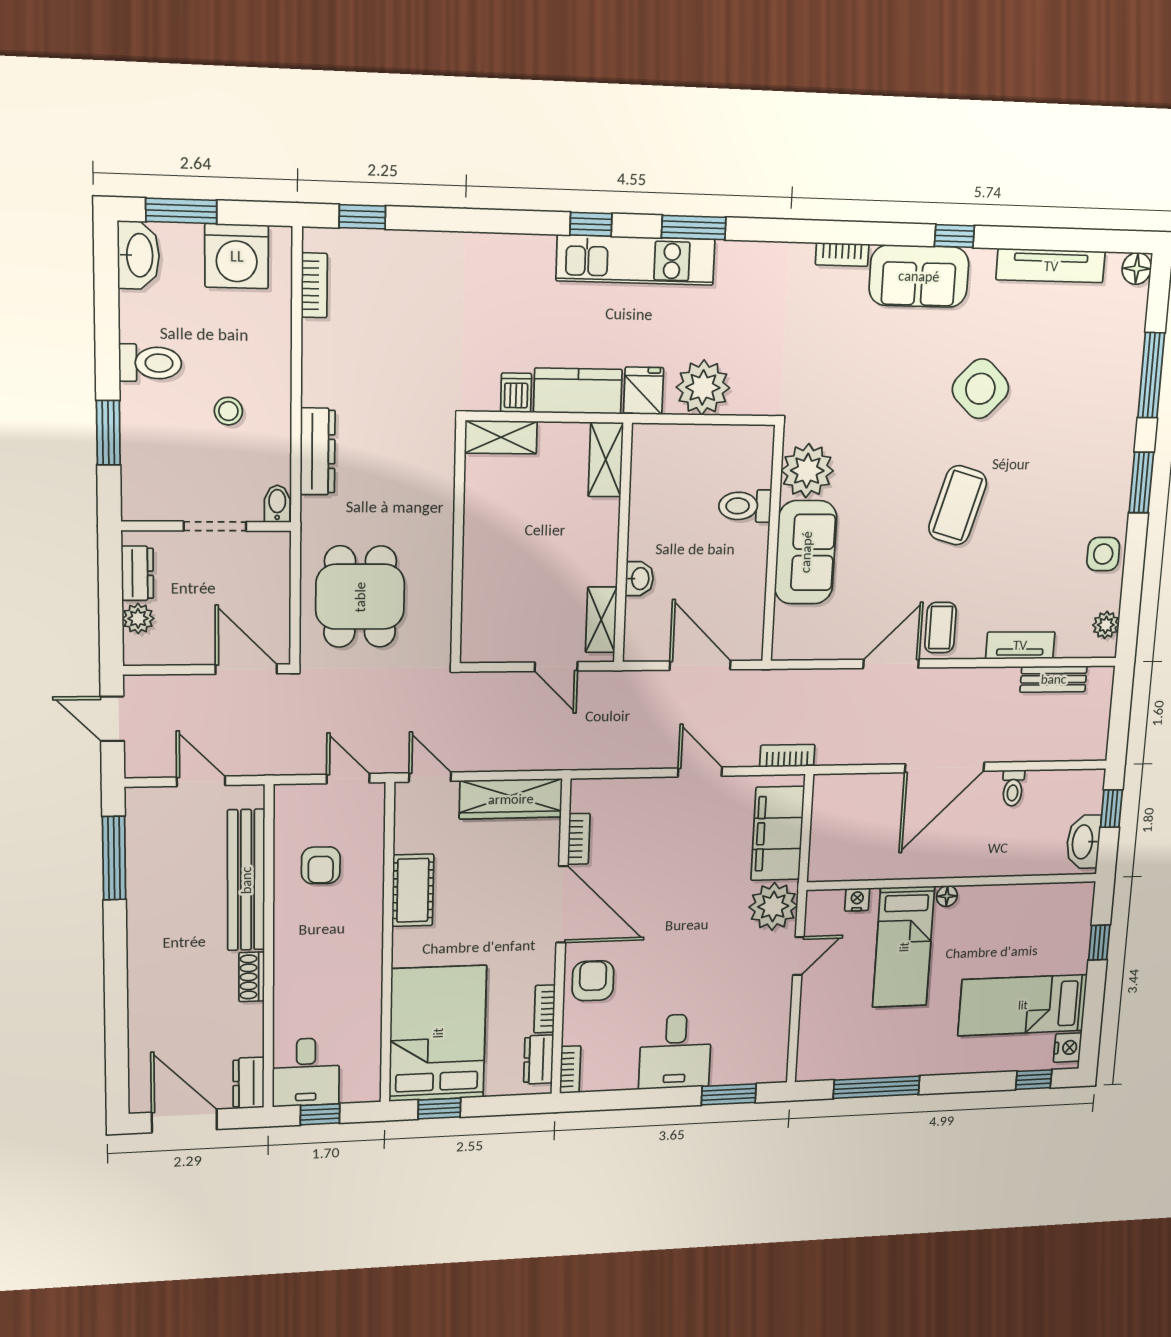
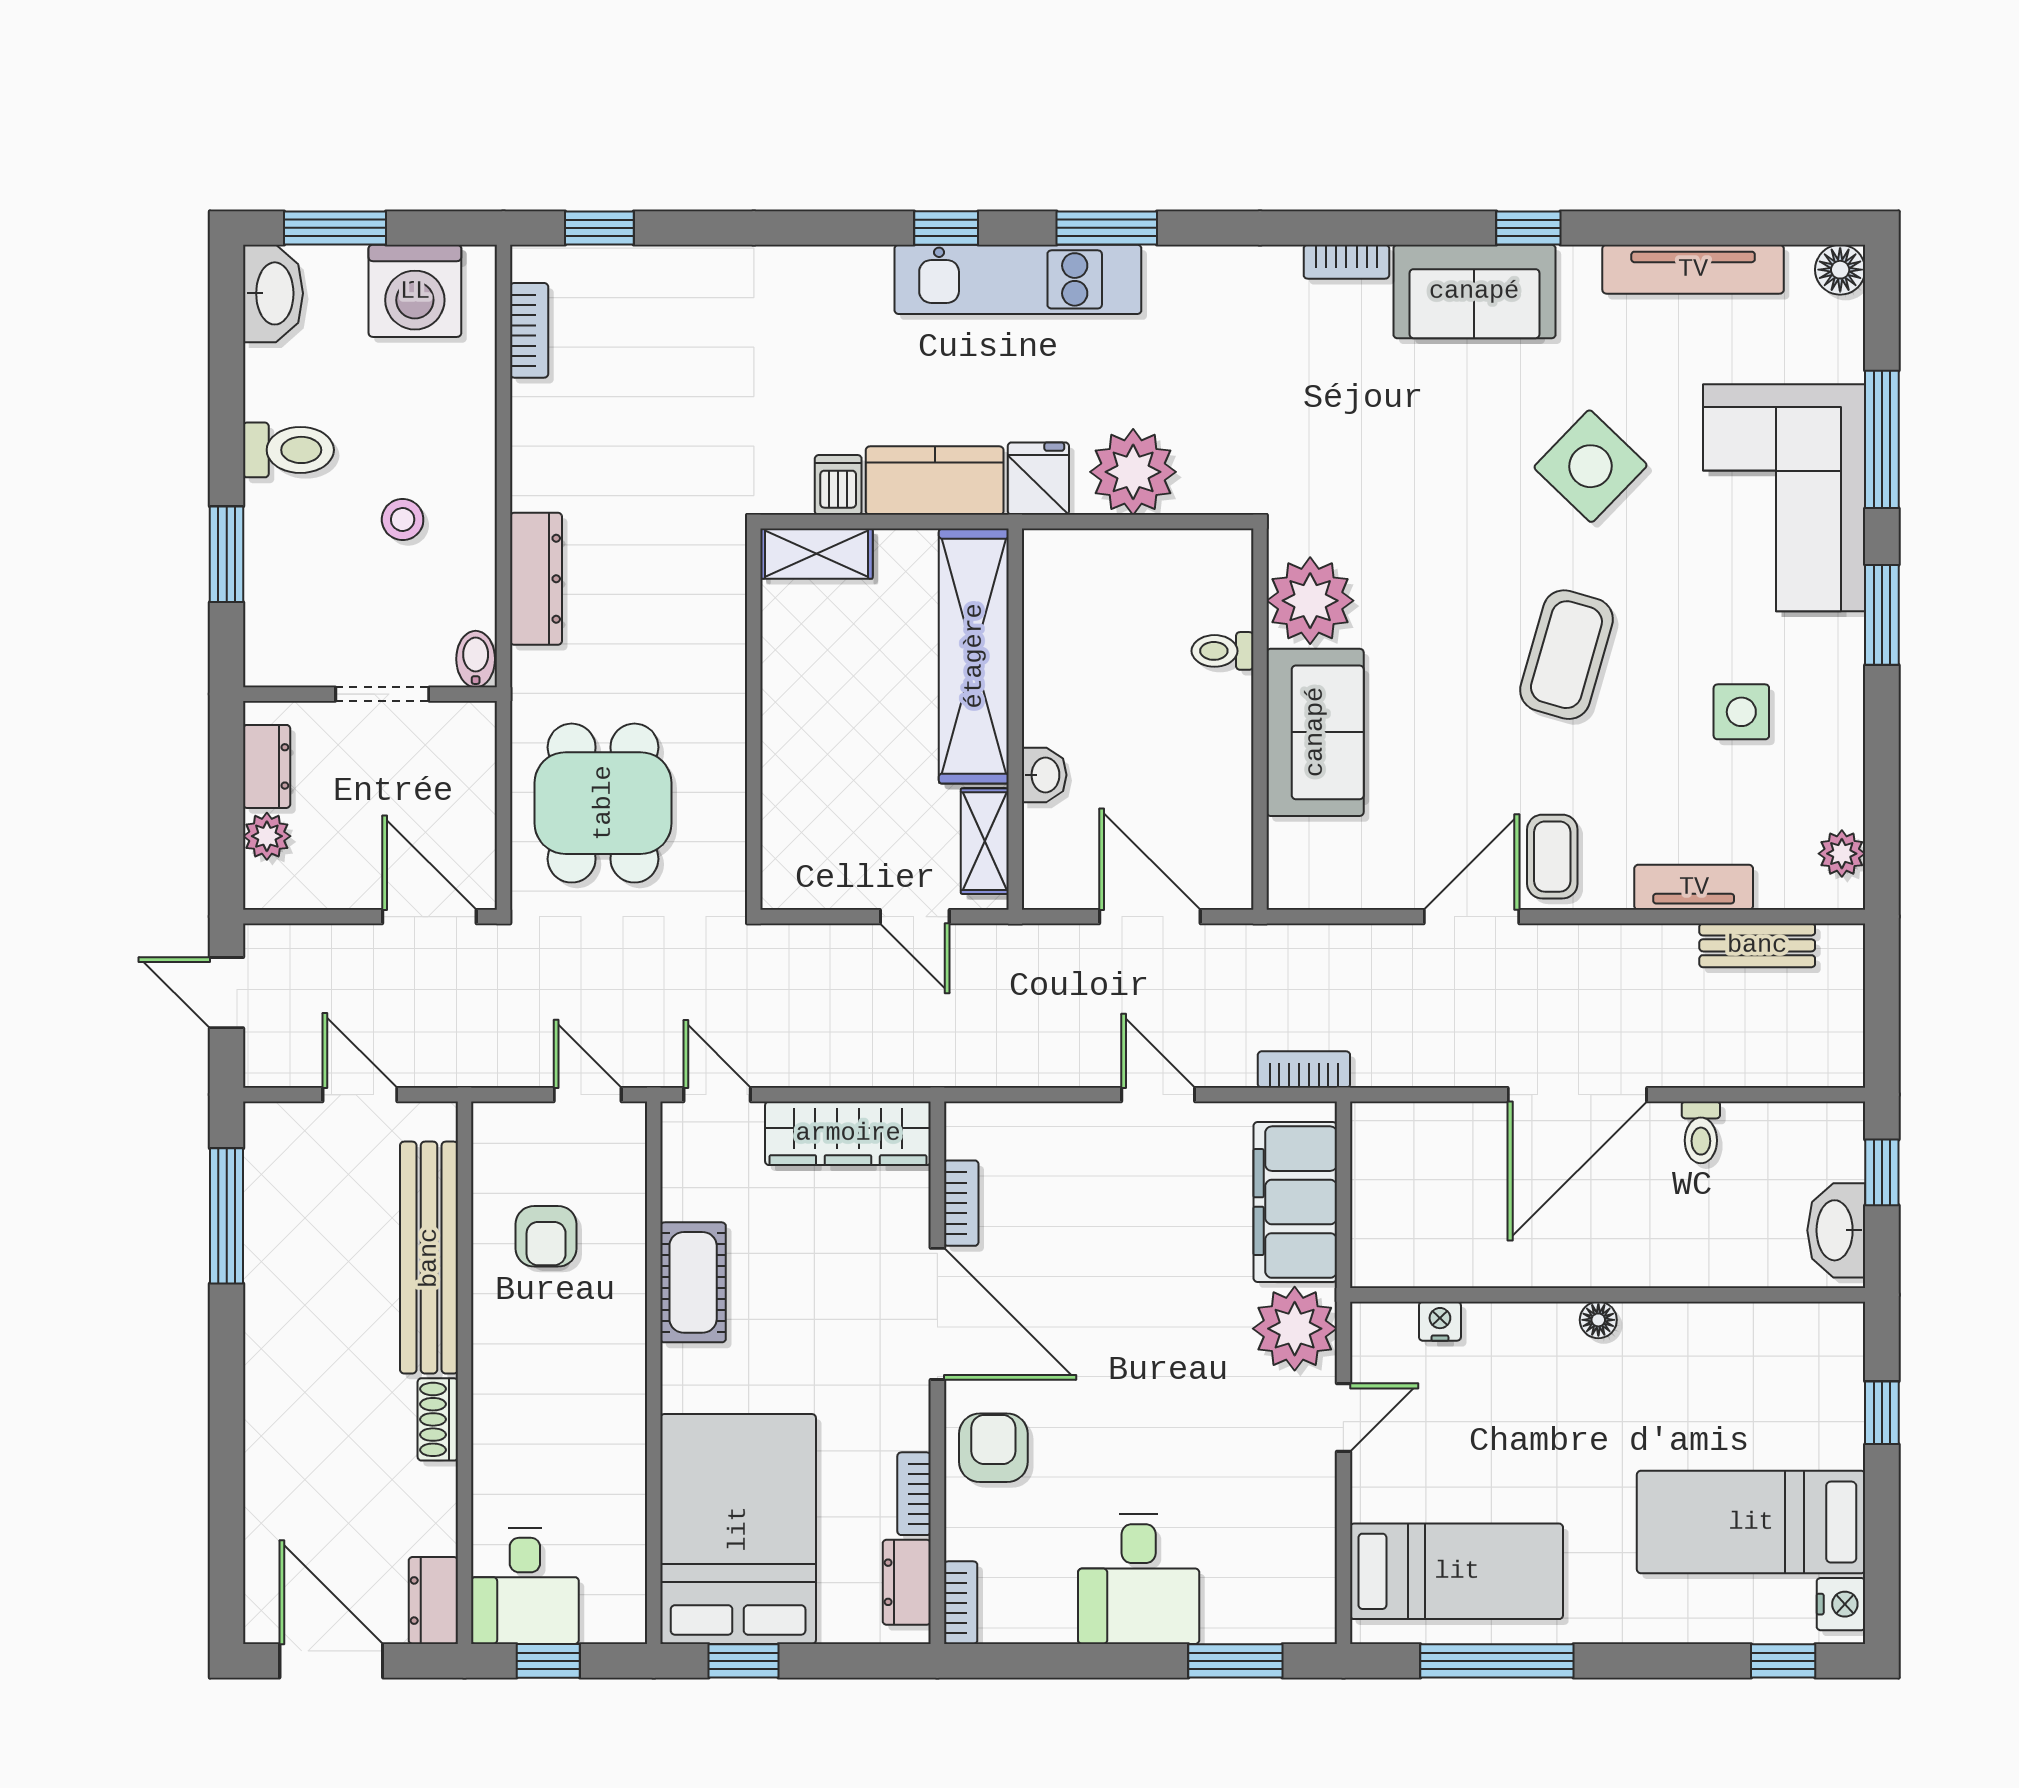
corner sofa: (1092, 410) -> (1784, 498), added
shelving: (606, 460) -> (974, 656), width x2.20, depth x1.33
toilet: (745, 506) -> (1222, 651), width x0.73, depth x0.72
side table: (1103, 554) -> (1741, 712), moved
bed: (904, 947) -> (1457, 1571), moved, turned -90

